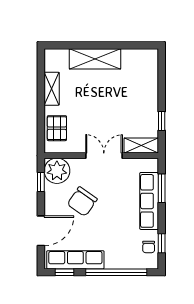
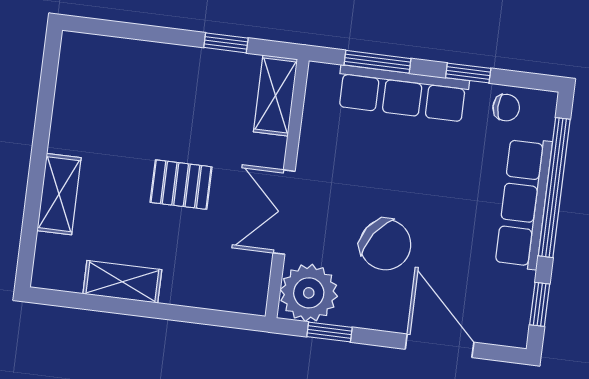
shelving: (95, 59) -> (59, 194), width x0.67, depth x0.75
pallet: (57, 128) -> (181, 185), moved
double door: (104, 156) -> (284, 212), moved
window: (162, 243) -> (468, 73), moved
row of seats: (75, 260) -> (524, 203), moved

